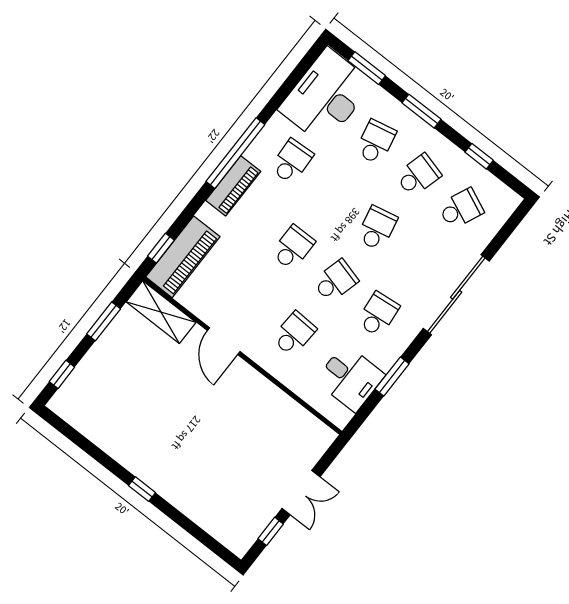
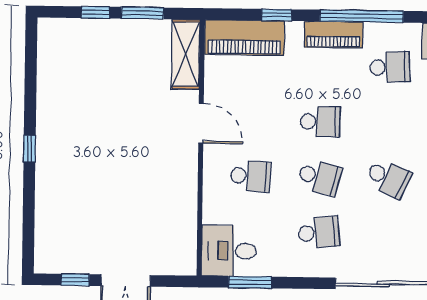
school desk: (377, 228) -> (388, 178), turned 36
window: (161, 248) -> (277, 15), moved
door: (224, 341) -> (201, 123), swing flipped
window: (62, 374) -> (95, 12), moved
window: (392, 377) -> (250, 282), moved
desk: (350, 378) -> (229, 251), moved, turned 90

